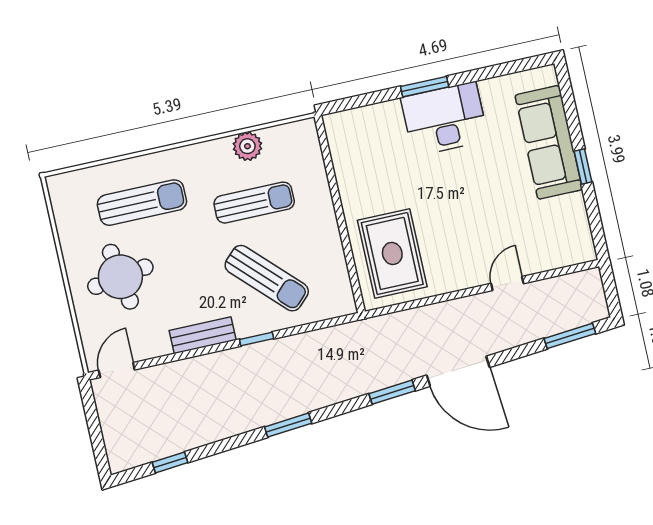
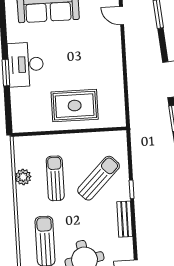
rug: (392, 253) -> (75, 106), moved
door: (507, 283) -> (122, 16), moved

